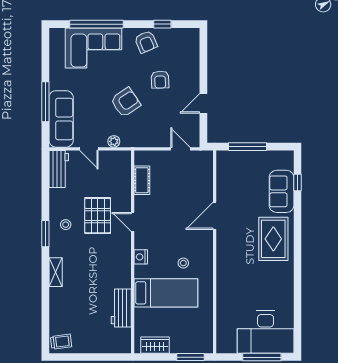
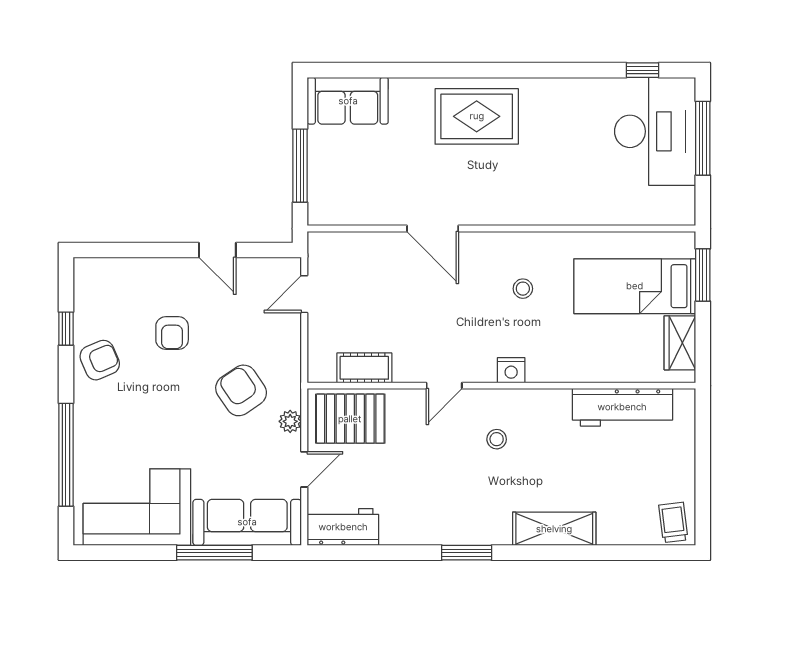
corner sofa: (93, 48) -> (137, 507), moved, turned -90
armchair: (160, 80) -> (172, 333), turned 92
armchair: (126, 102) -> (241, 390), moved
window: (298, 183) -> (642, 70), moved
sofa: (282, 191) -> (348, 101), moved
pallet: (98, 216) -> (350, 419), moved
stool: (66, 225) -> (497, 439), moved
shelving: (56, 272) -> (554, 529), width x1.50, depth x1.33
bed: (166, 293) -> (635, 286), moved, turned -90
workbench: (121, 308) -> (622, 407), width x1.37

